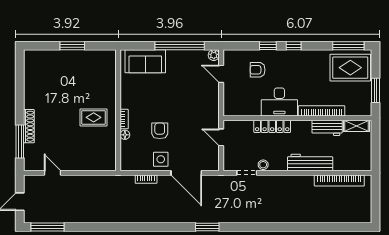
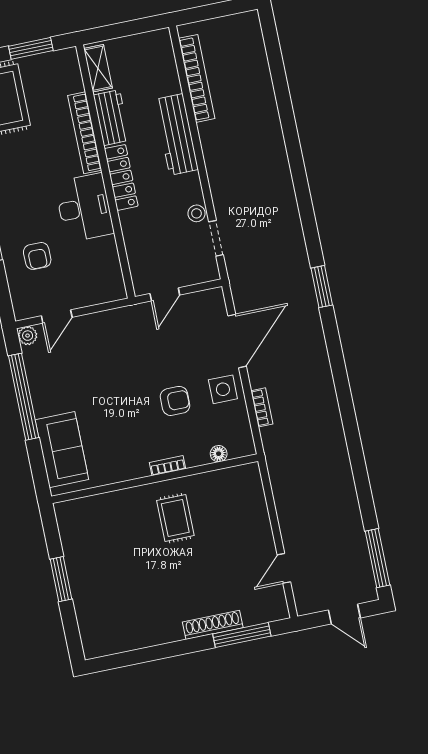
locker: (272, 126) -> (121, 177), moved
armchair: (160, 131) -> (175, 401), turned 180
floor lamp: (125, 135) -> (219, 454), moved

